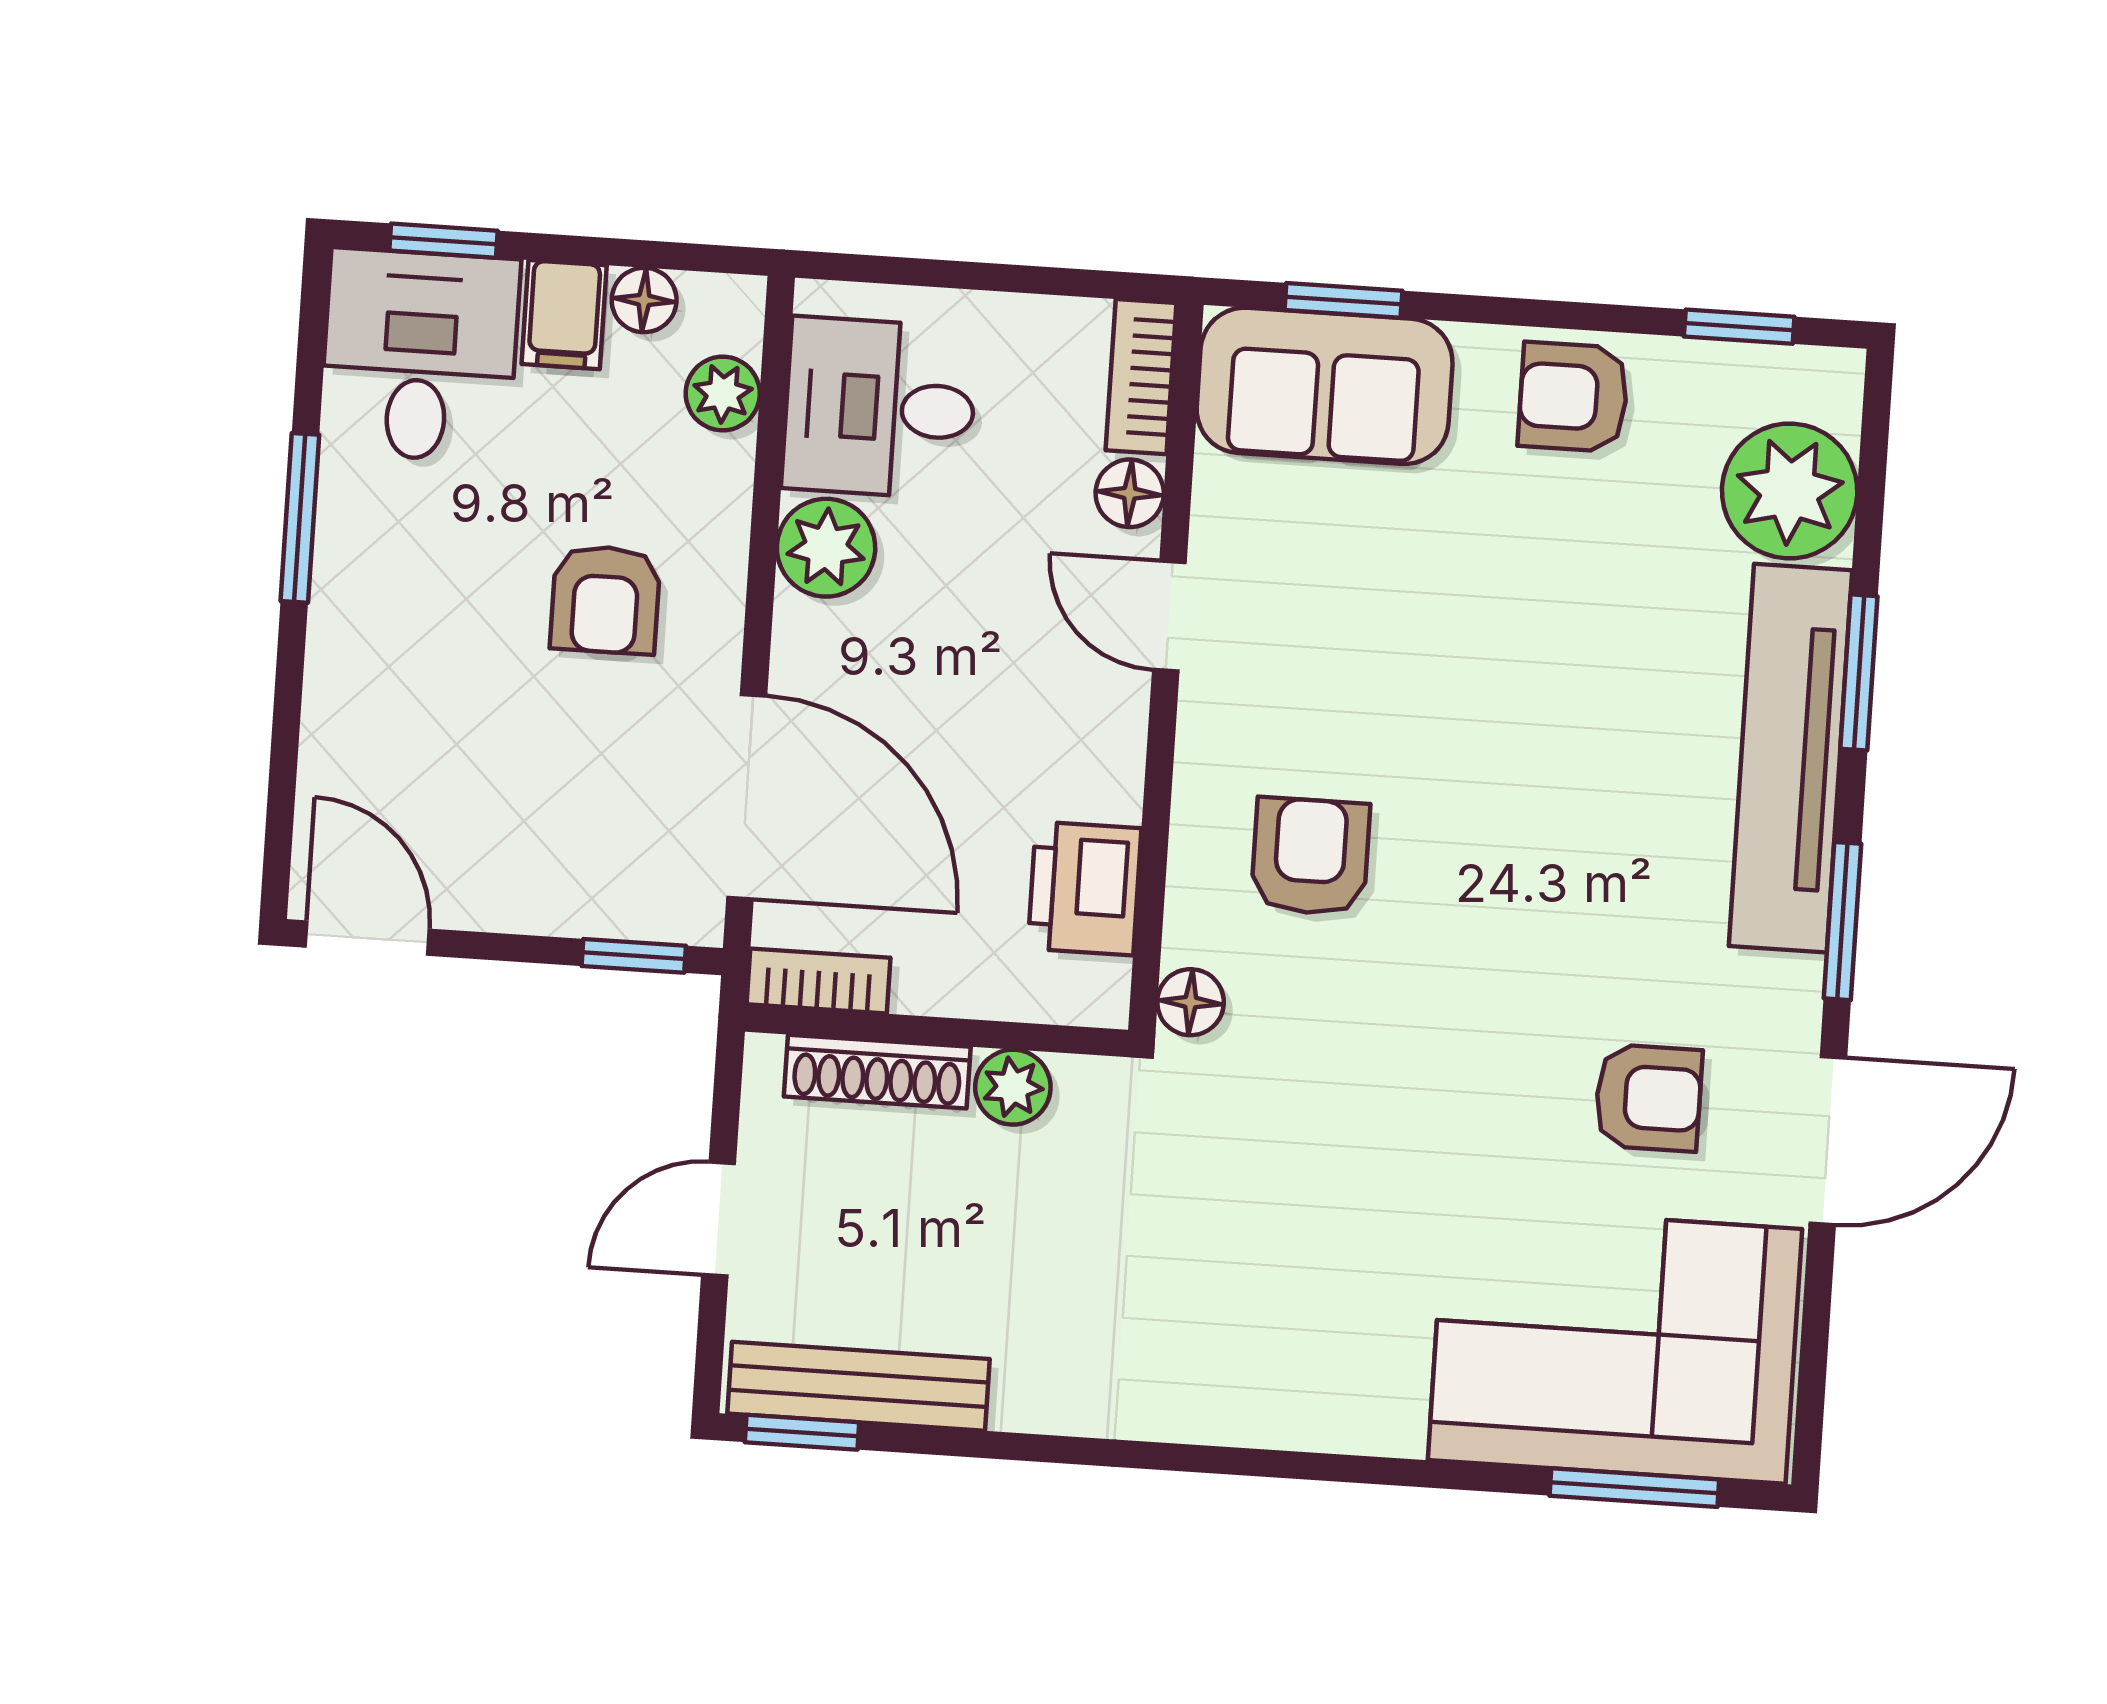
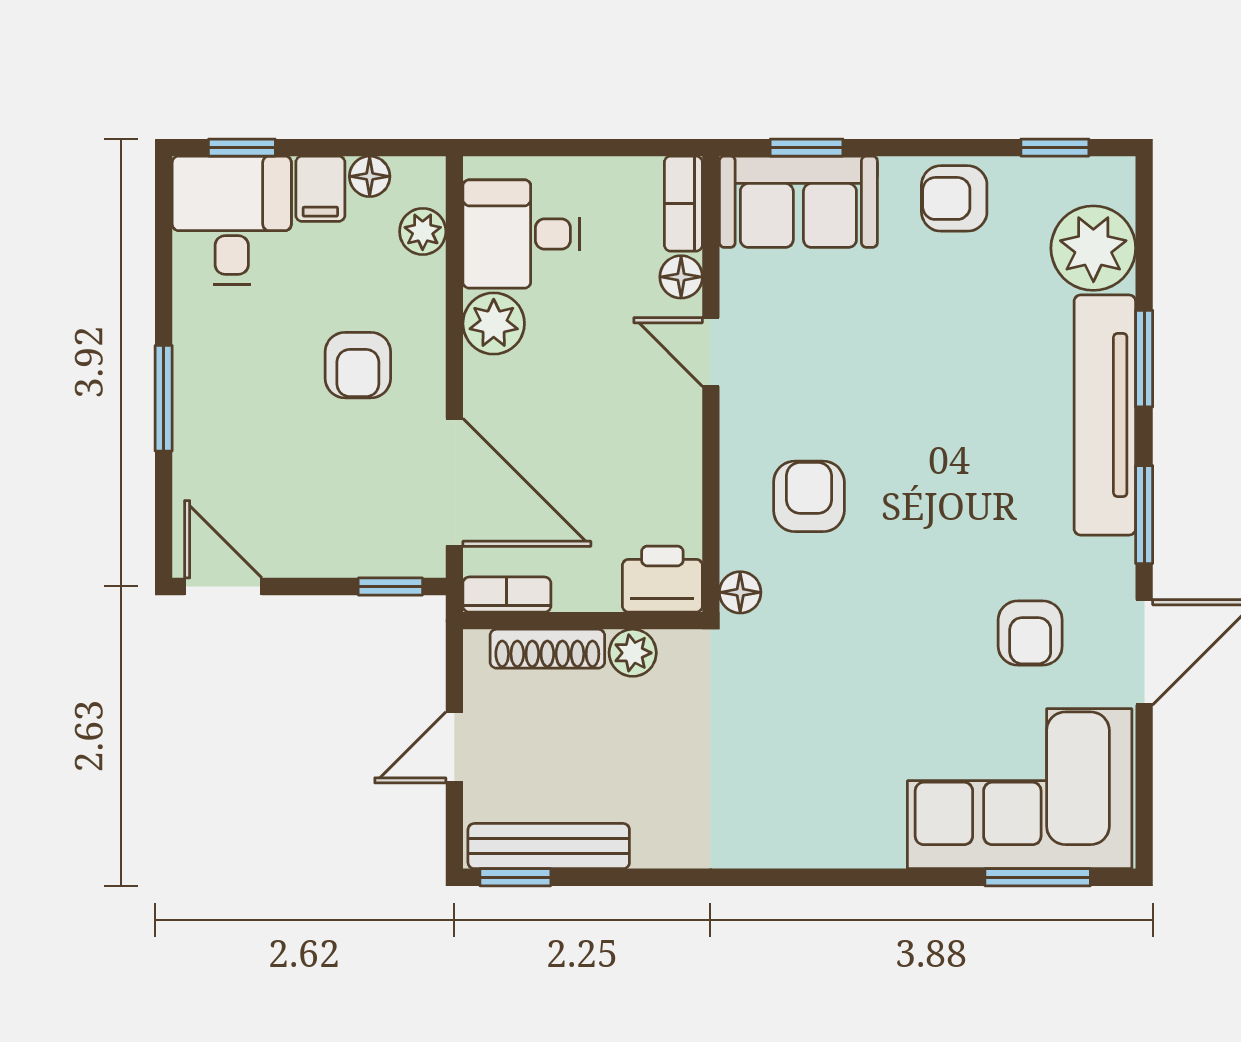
window: (300, 518) -> (164, 398), moved
printer: (1085, 888) -> (662, 579), moved, turned 90
armchair: (1648, 1098) -> (1030, 633), turned 90

